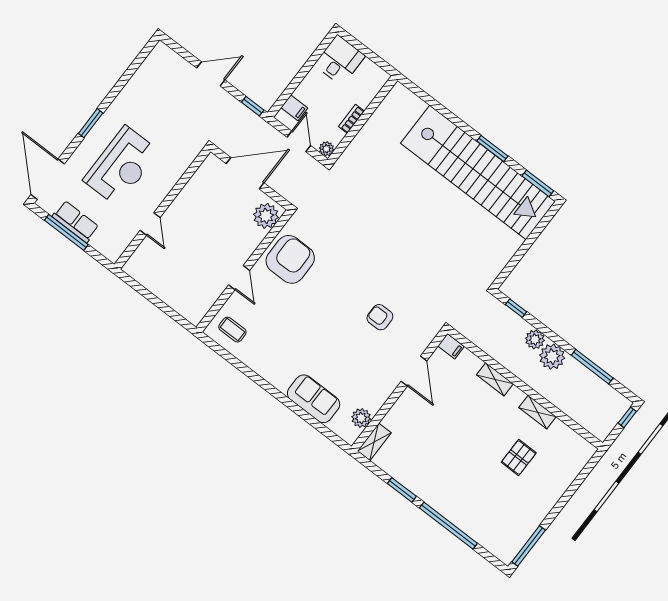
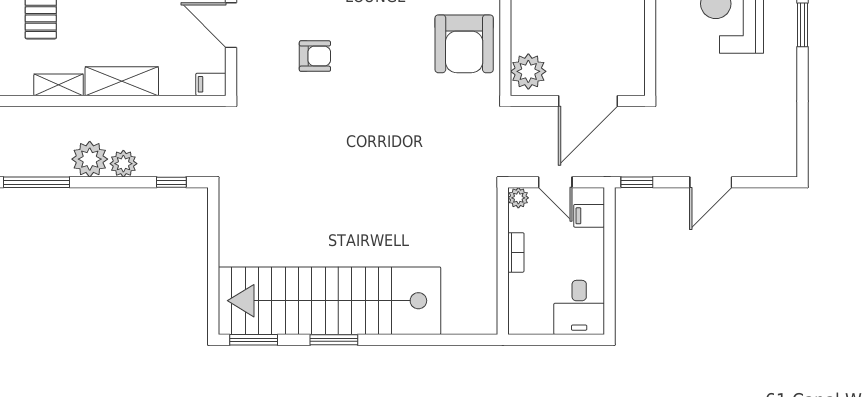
shelving: (495, 379) -> (122, 81), width x1.50, depth x1.33

